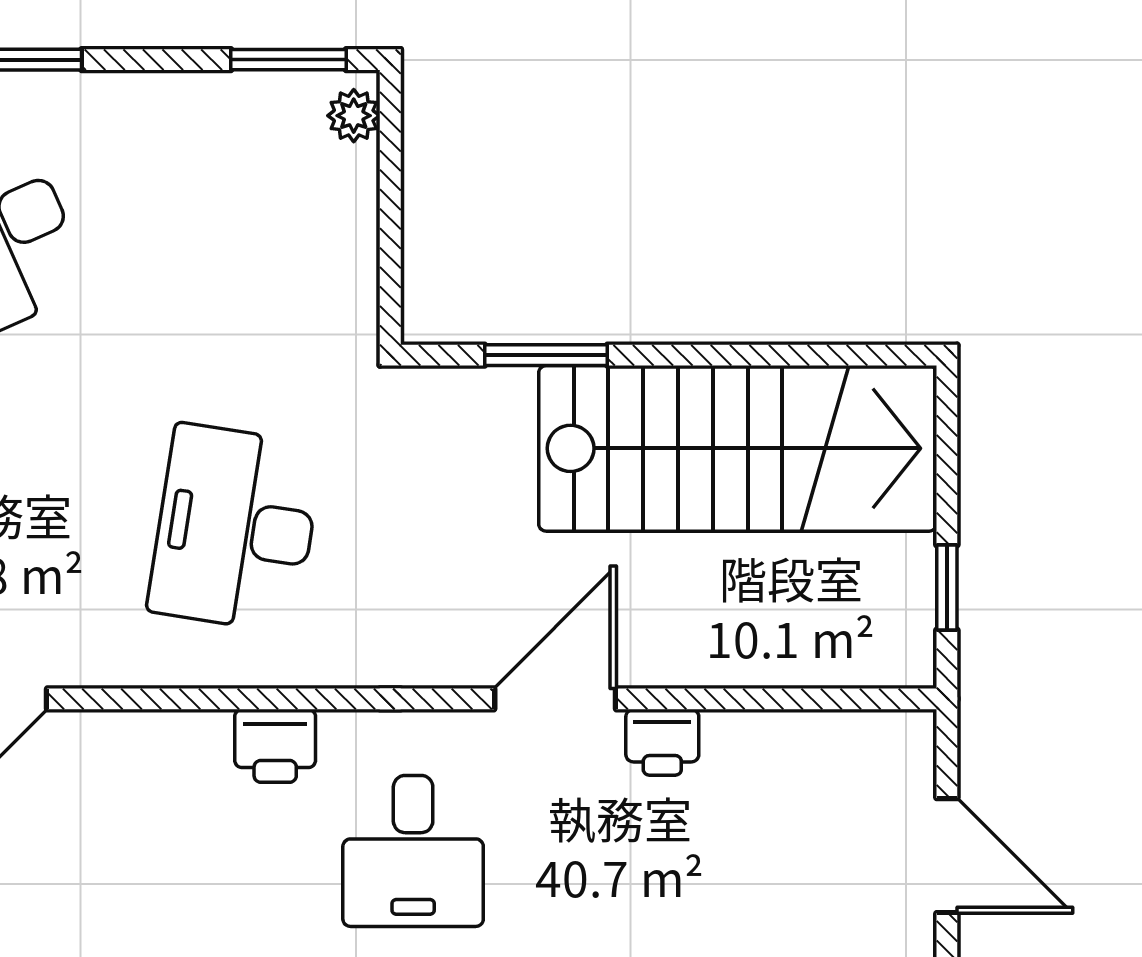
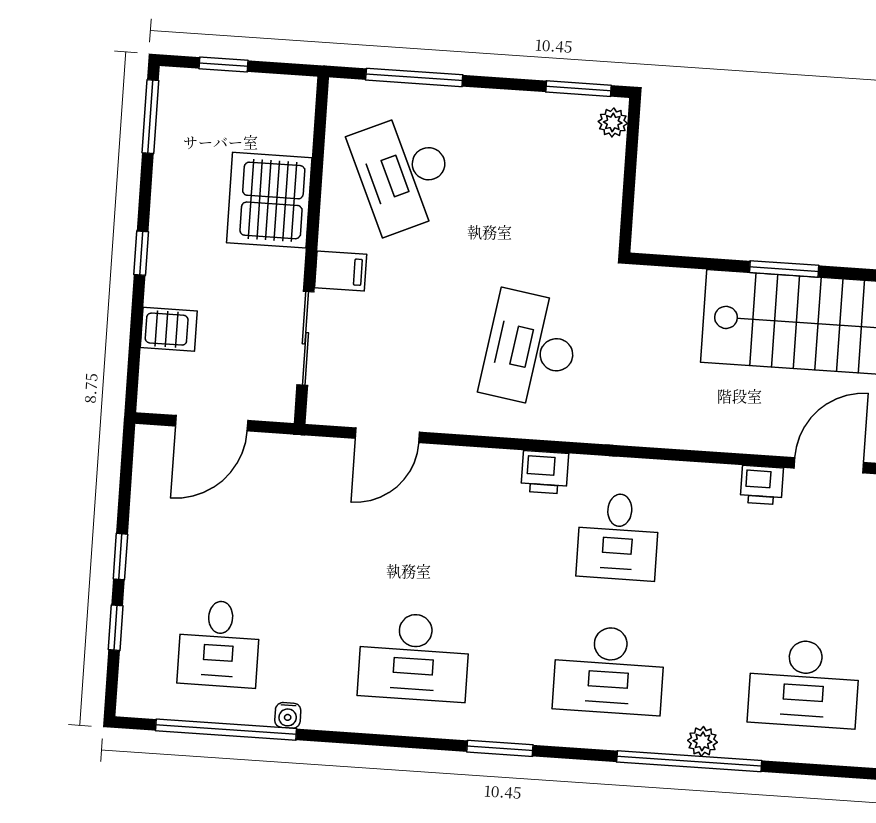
window: (546, 355) -> (784, 269), moved
door: (555, 699) -> (829, 465), moved

